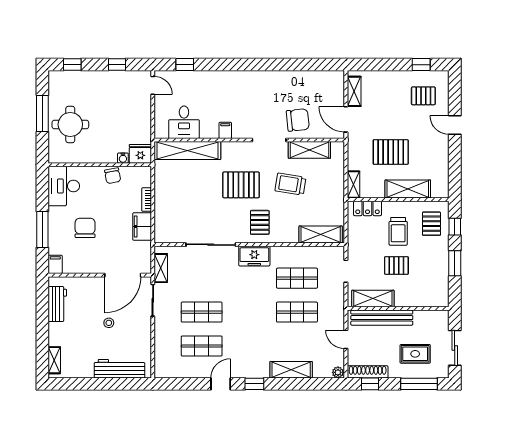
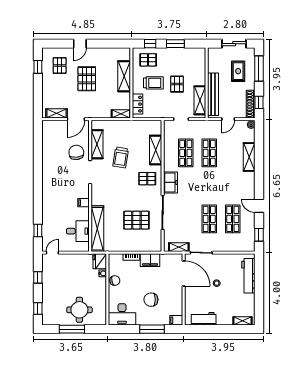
pallet: (391, 152) -> (87, 79), moved
pallet: (241, 185) -> (136, 220), moved, turned 90
shelving: (321, 235) -> (156, 150), moved
window: (254, 384) -> (259, 235), moved

